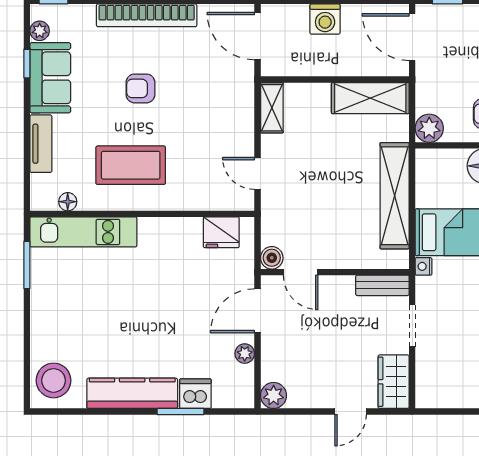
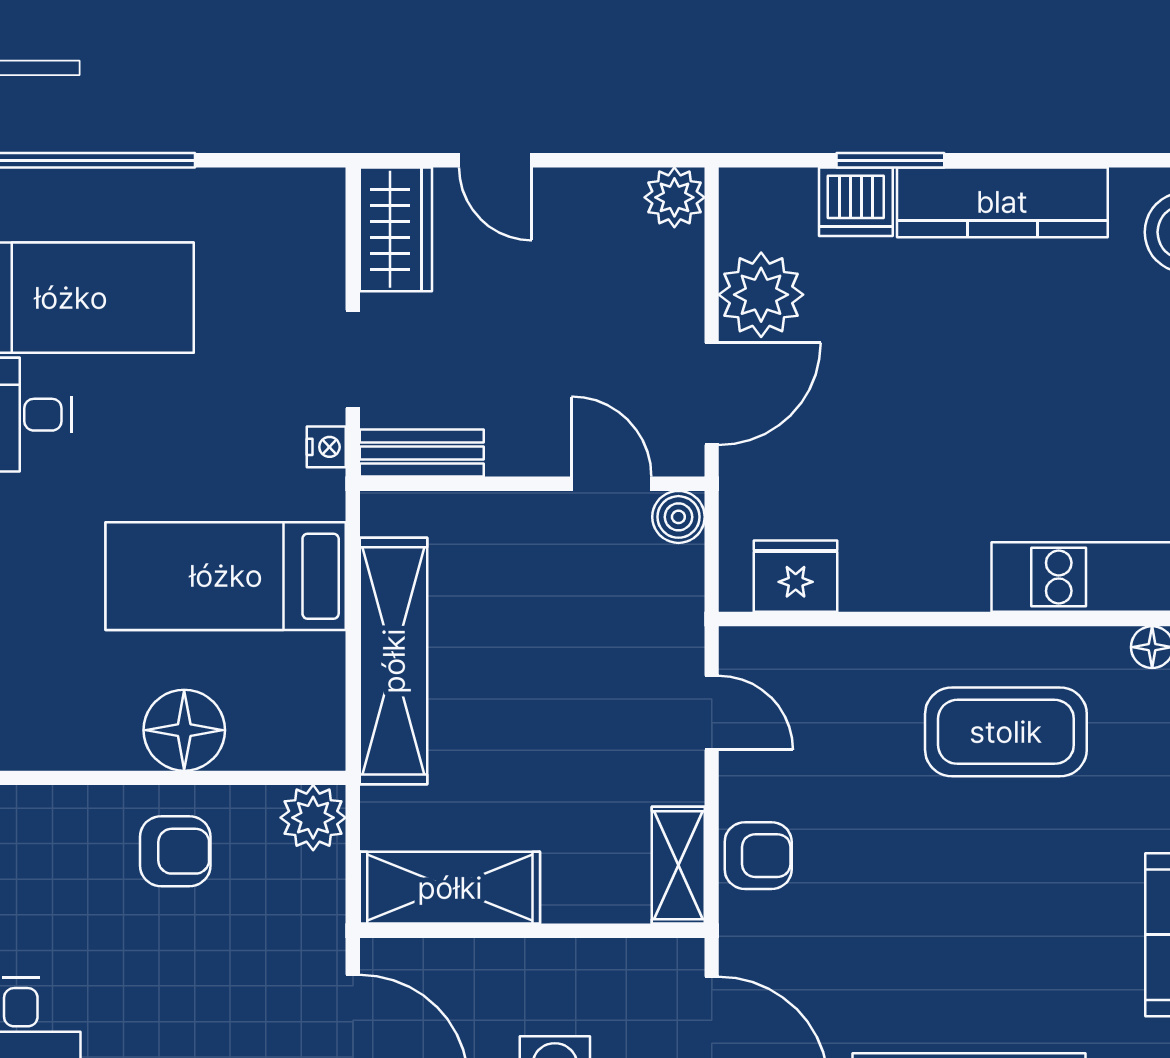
armchair: (140, 88) -> (758, 856), moved
nightstand: (423, 266) -> (326, 447), moved
plant: (245, 354) -> (761, 295), width x1.87, depth x1.87
door: (351, 411) -> (495, 160), swing flipped

